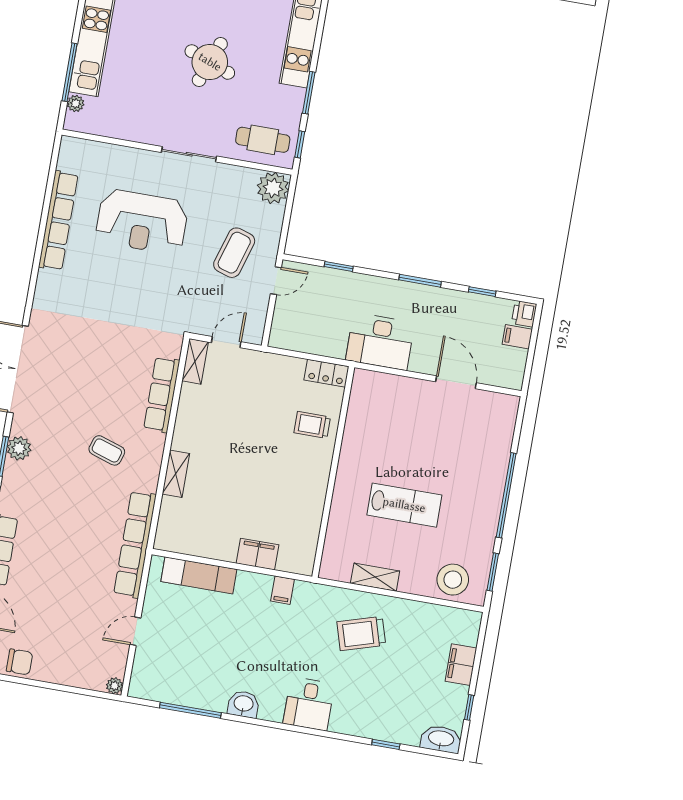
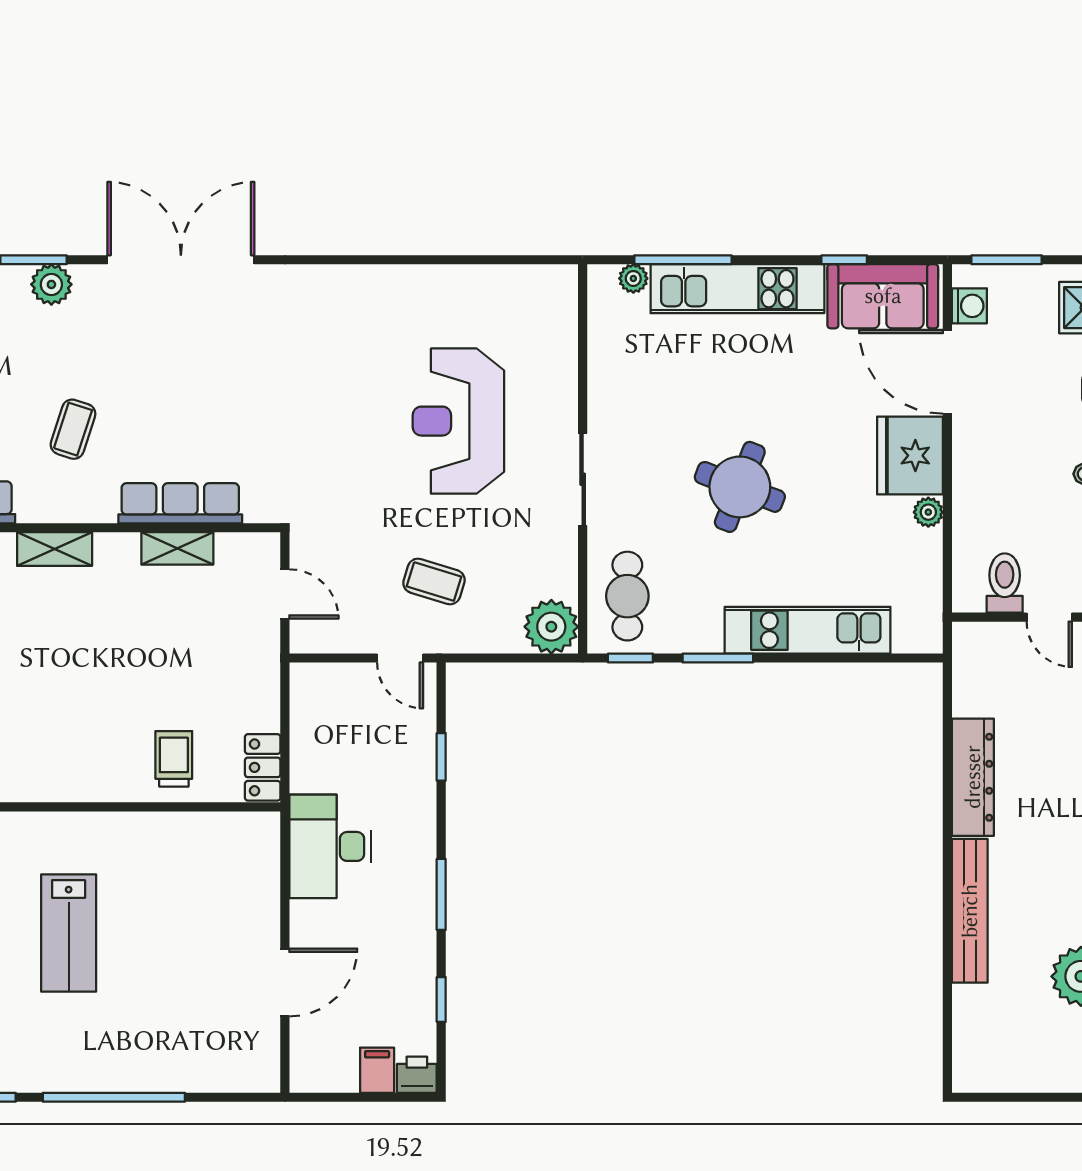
row of seats: (58, 221) -> (436, 284), removed
coffee table: (234, 253) -> (434, 581), width x0.73, depth x0.77
shelving: (195, 361) -> (177, 548), moved

